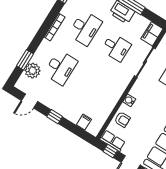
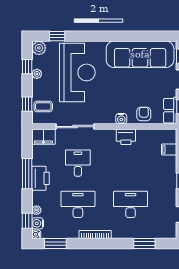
plant: (33, 71) -> (150, 230), removed
printer: (114, 96) -> (126, 137), added

